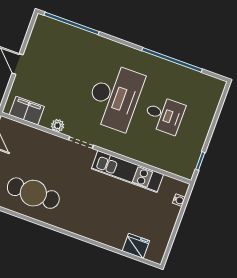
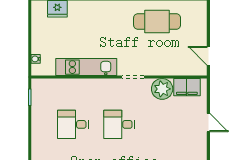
desk: (114, 97) -> (119, 124), width x0.53, depth x0.77
plant: (58, 126) -> (162, 89), width x1.88, depth x1.88

